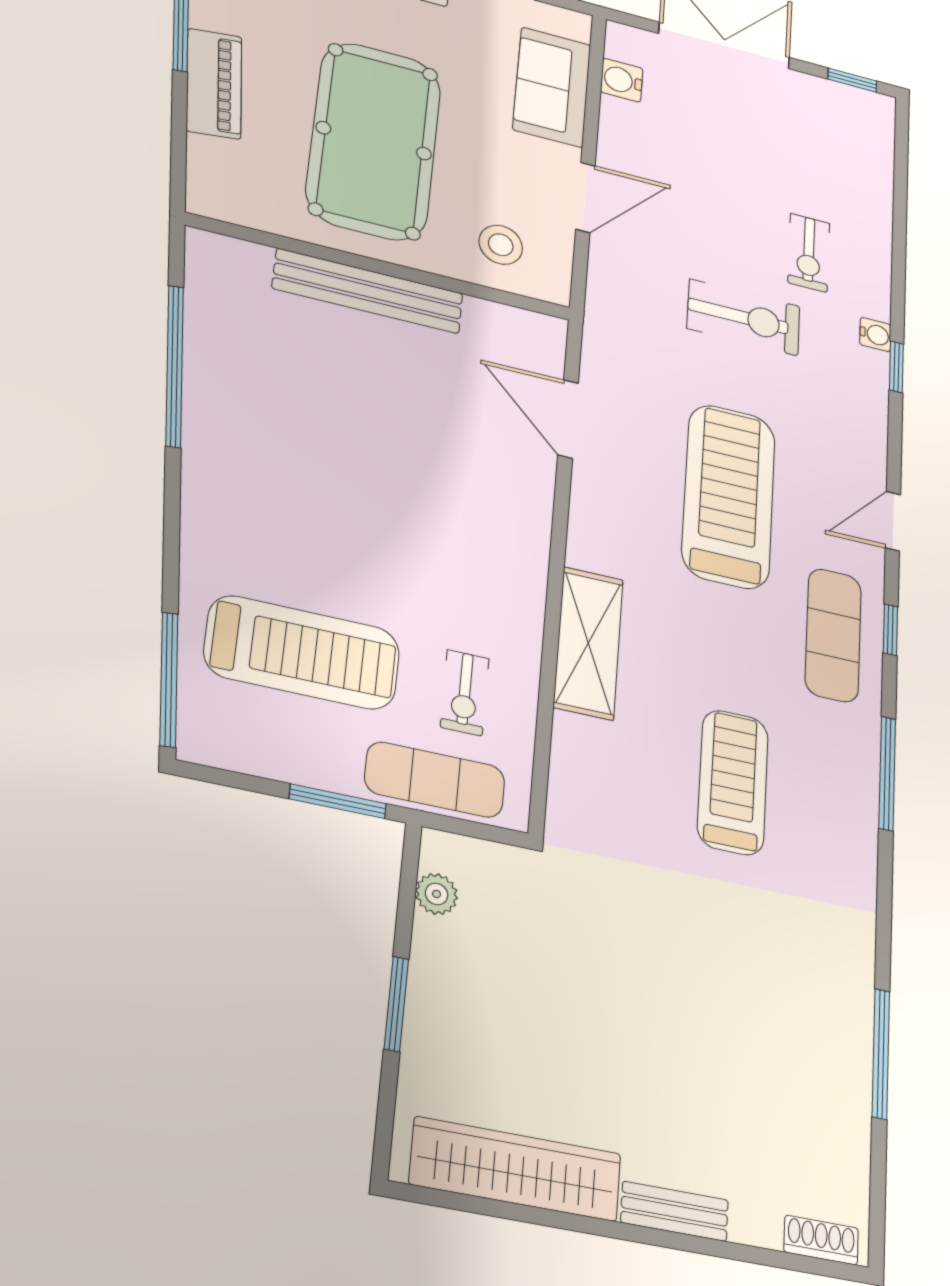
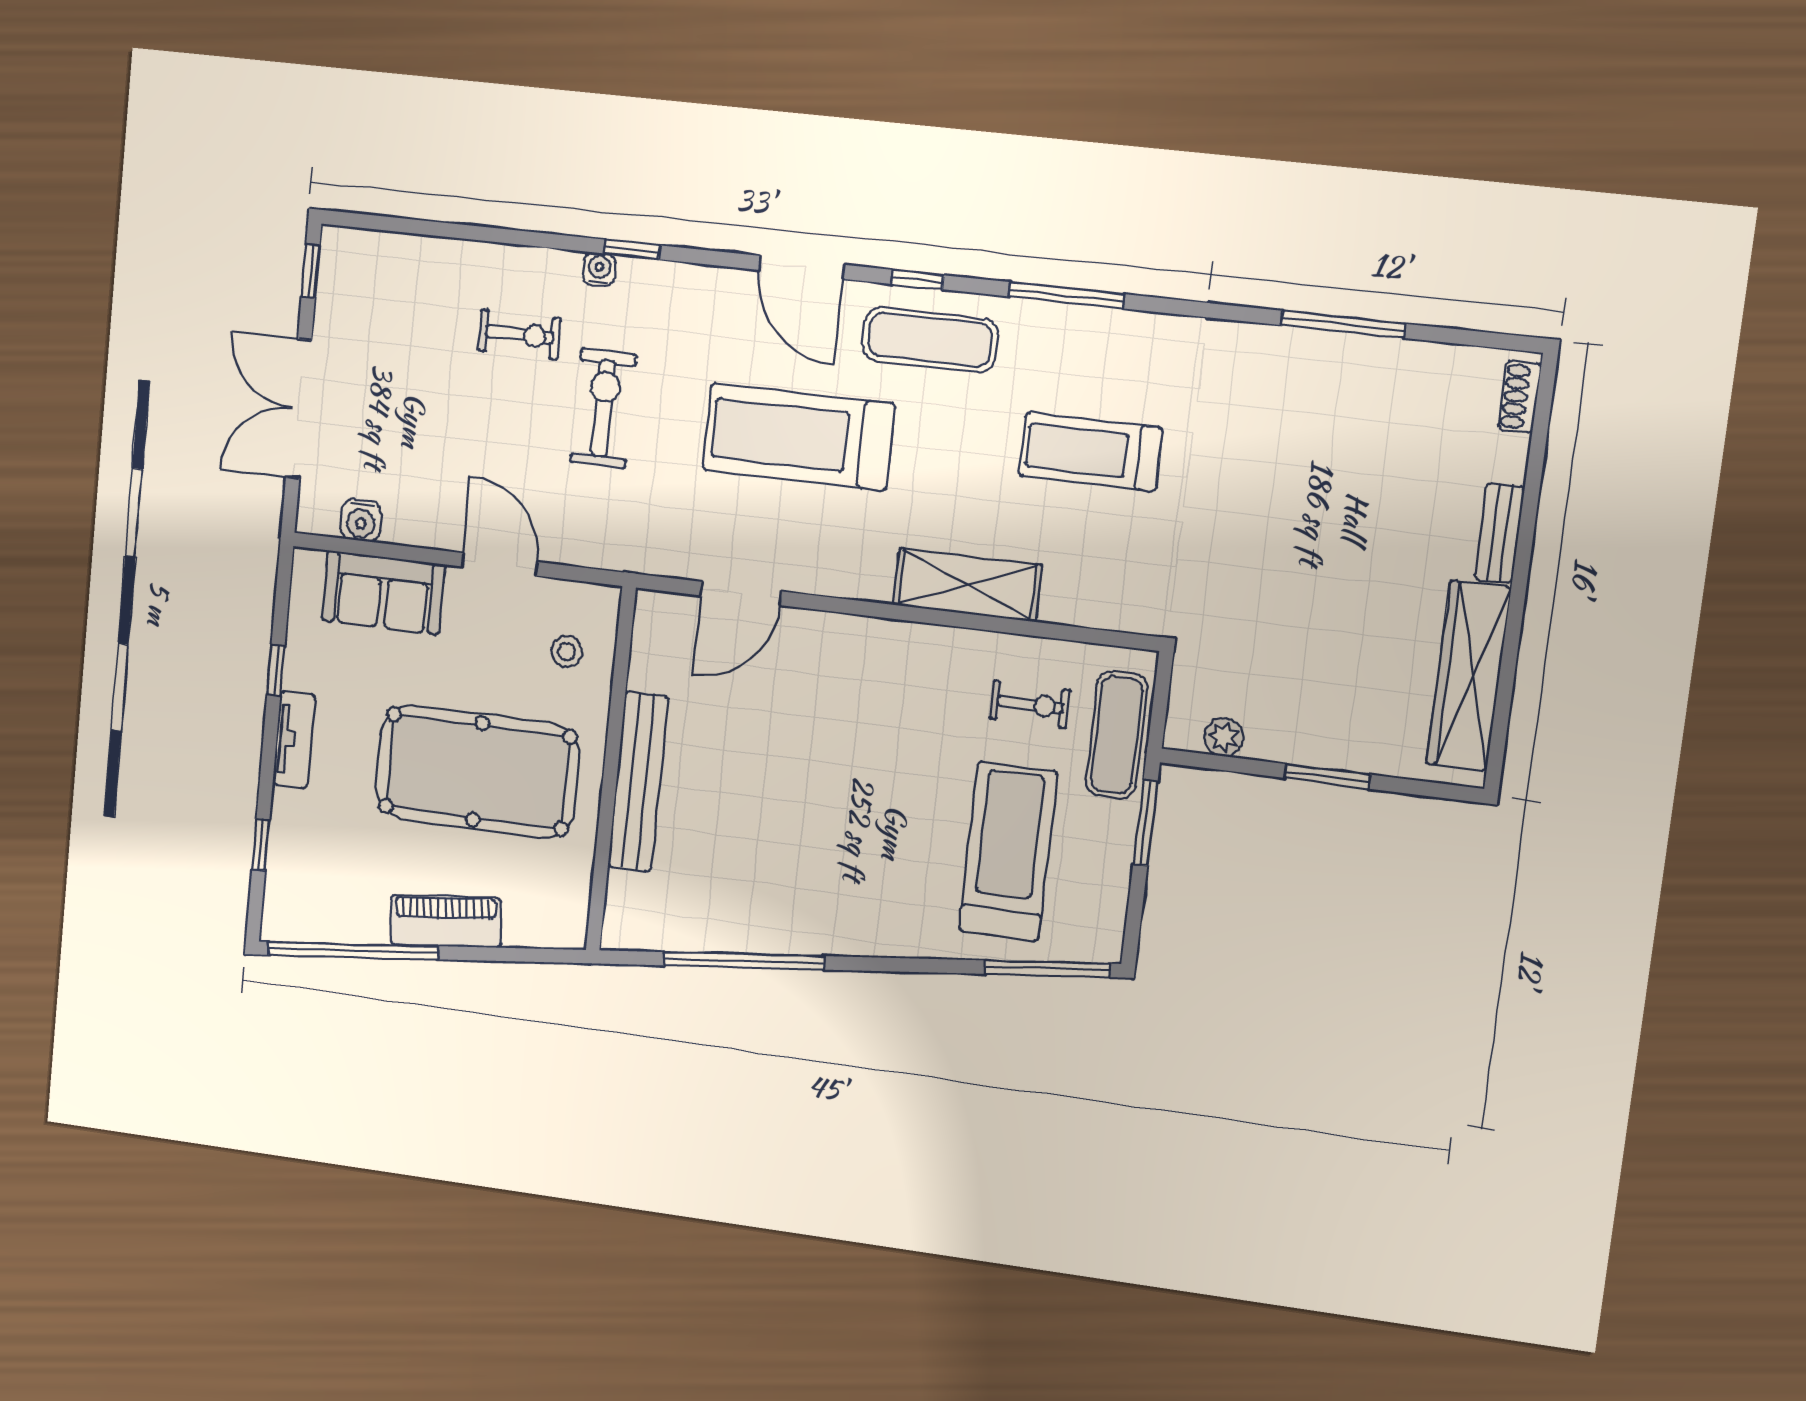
stool: (501, 245) -> (567, 652), width x0.73, depth x0.73
door: (893, 521) -> (801, 267), width x1.37

